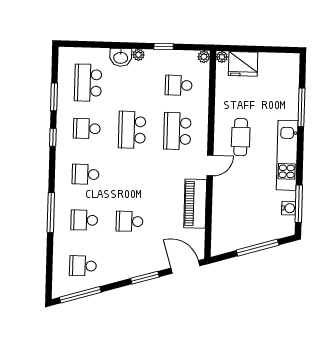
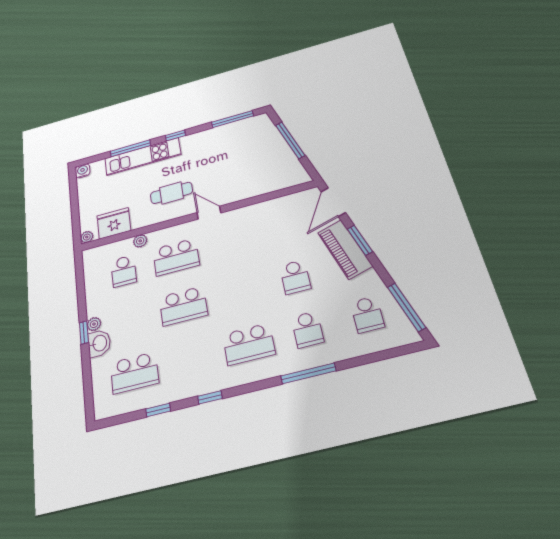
window: (164, 46) -> (84, 333), moved
plant: (204, 57) -> (140, 241), moved
fridge: (243, 64) -> (114, 223), moved, turned -90
window: (54, 97) -> (158, 410), width x0.67
school desk: (87, 129) -> (191, 359), removed
window: (300, 150) -> (175, 135), added
kitchen unit: (287, 155) -> (143, 157), moved
school desk: (85, 174) -> (249, 344), width x1.85
piano: (195, 204) -> (345, 249), moved, turned 74
water cooler: (289, 208) -> (83, 171), moved

